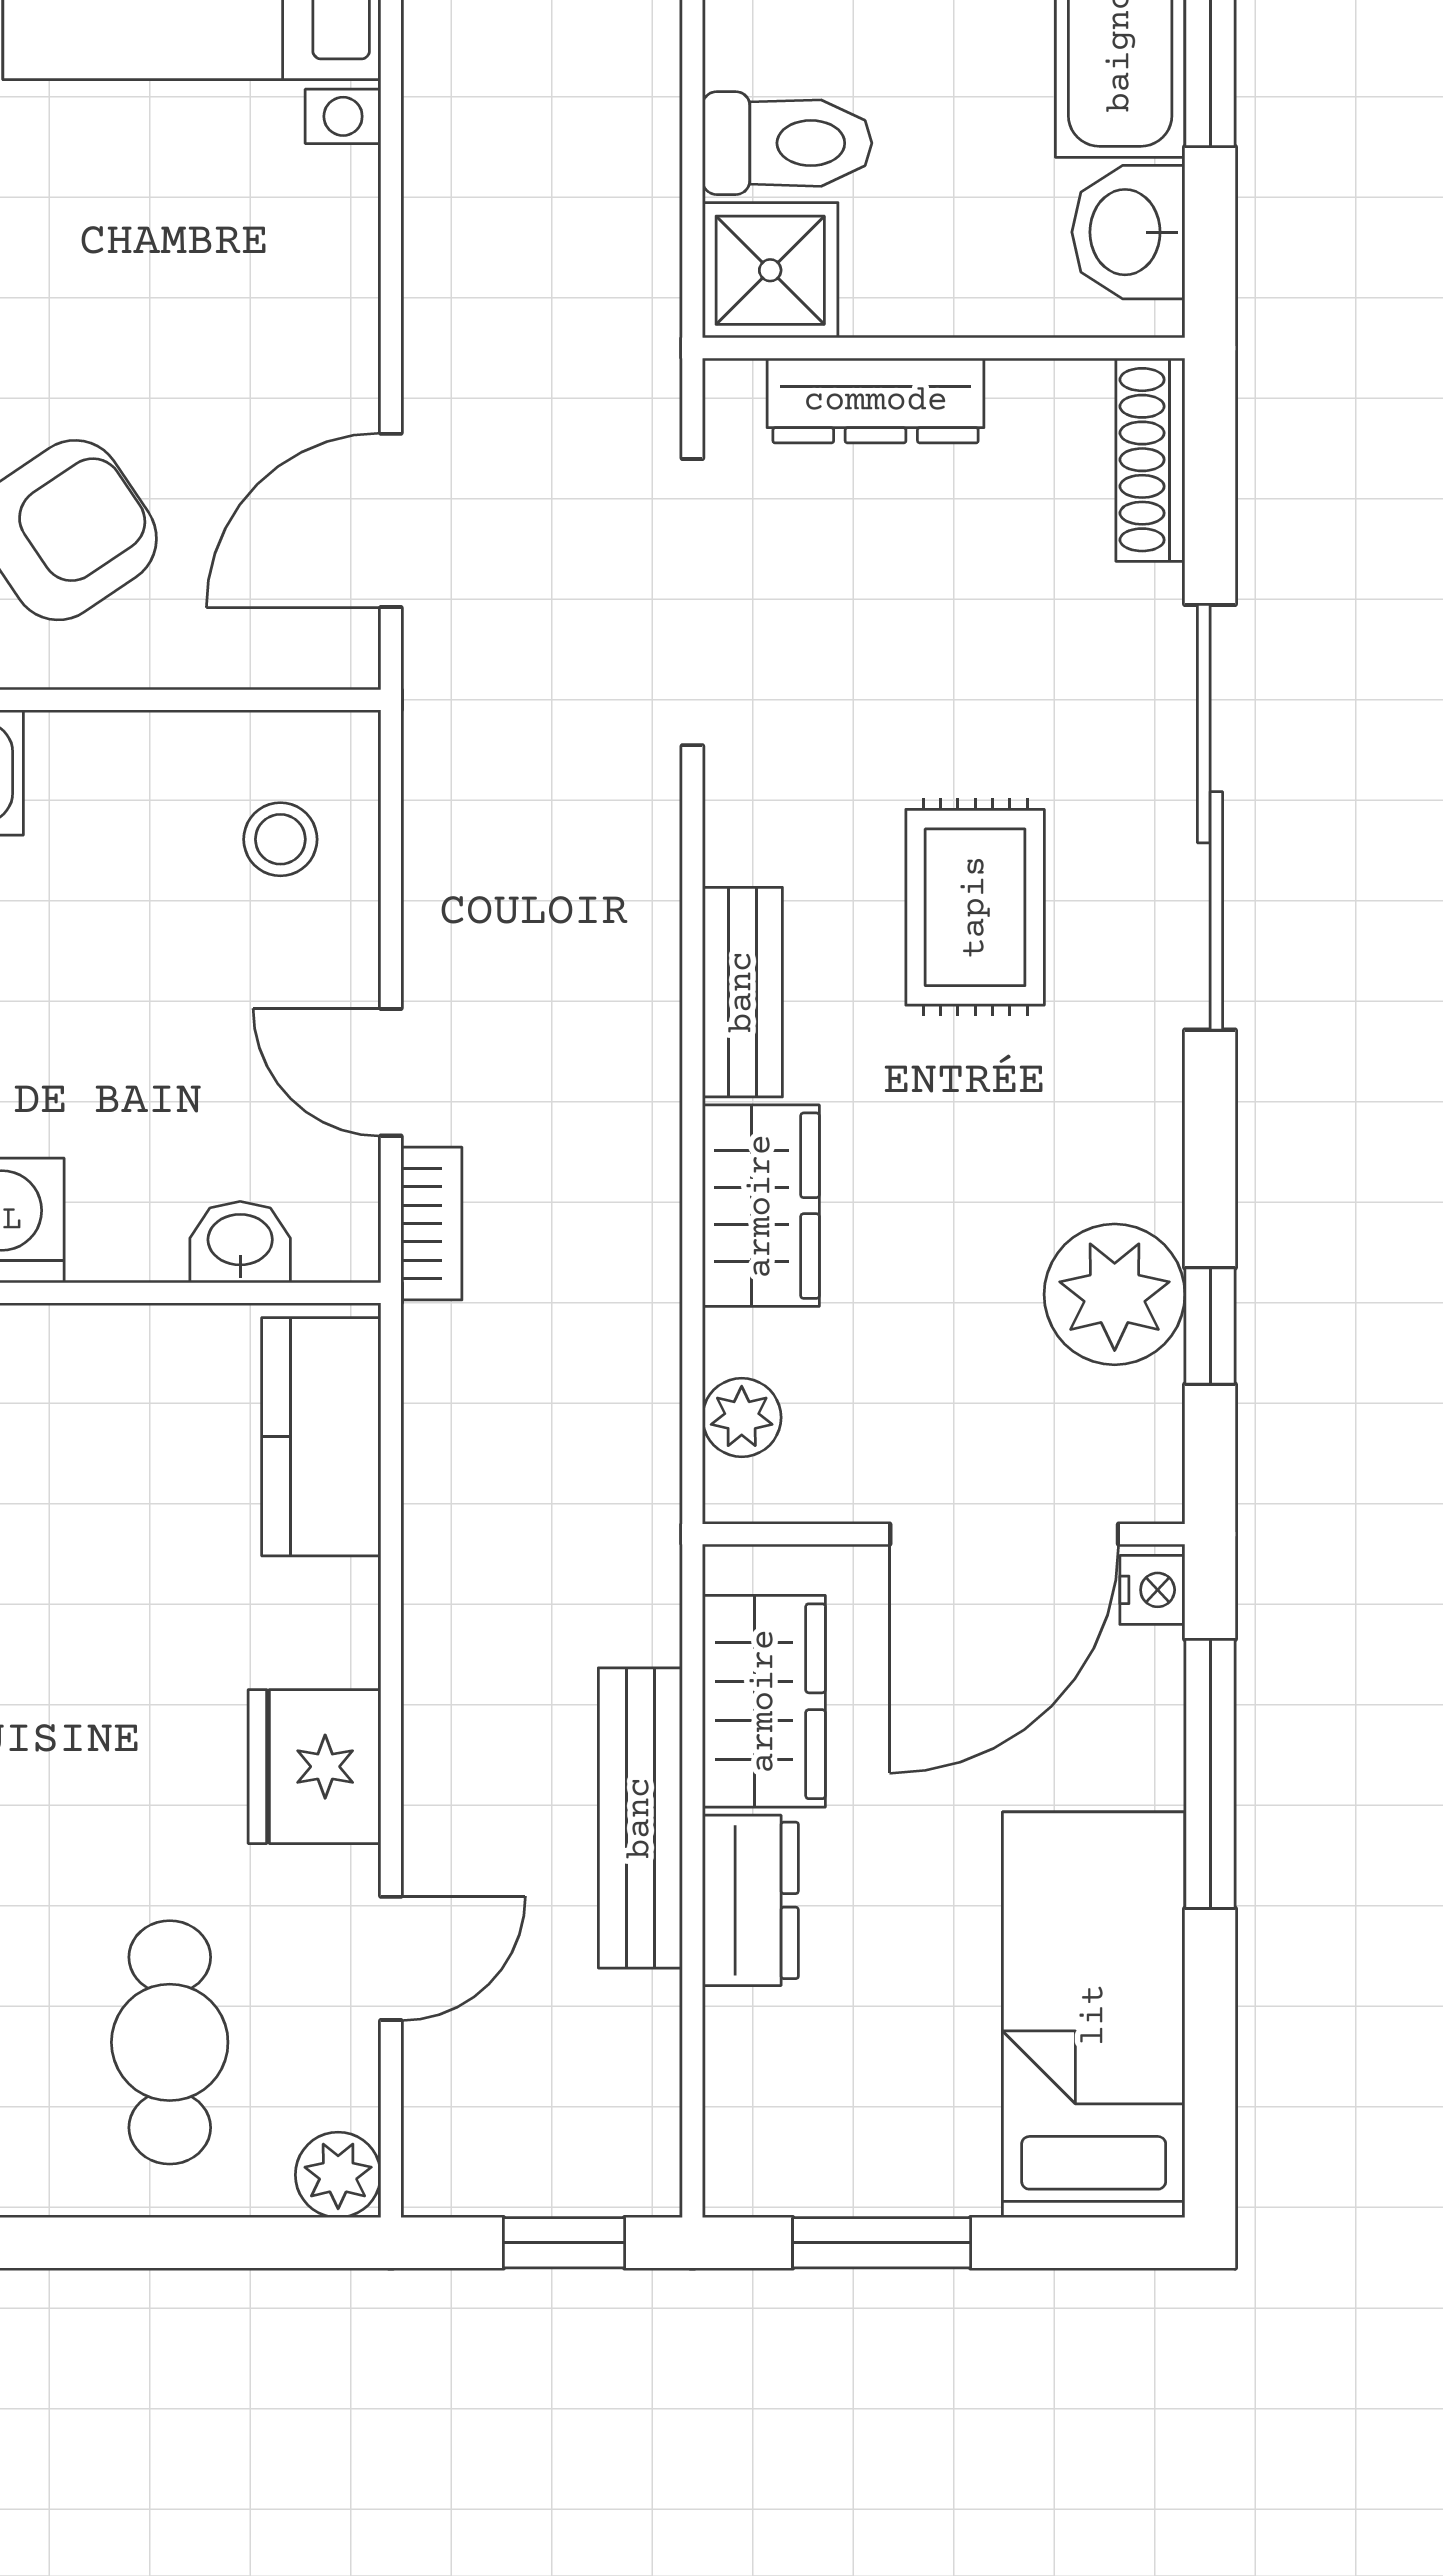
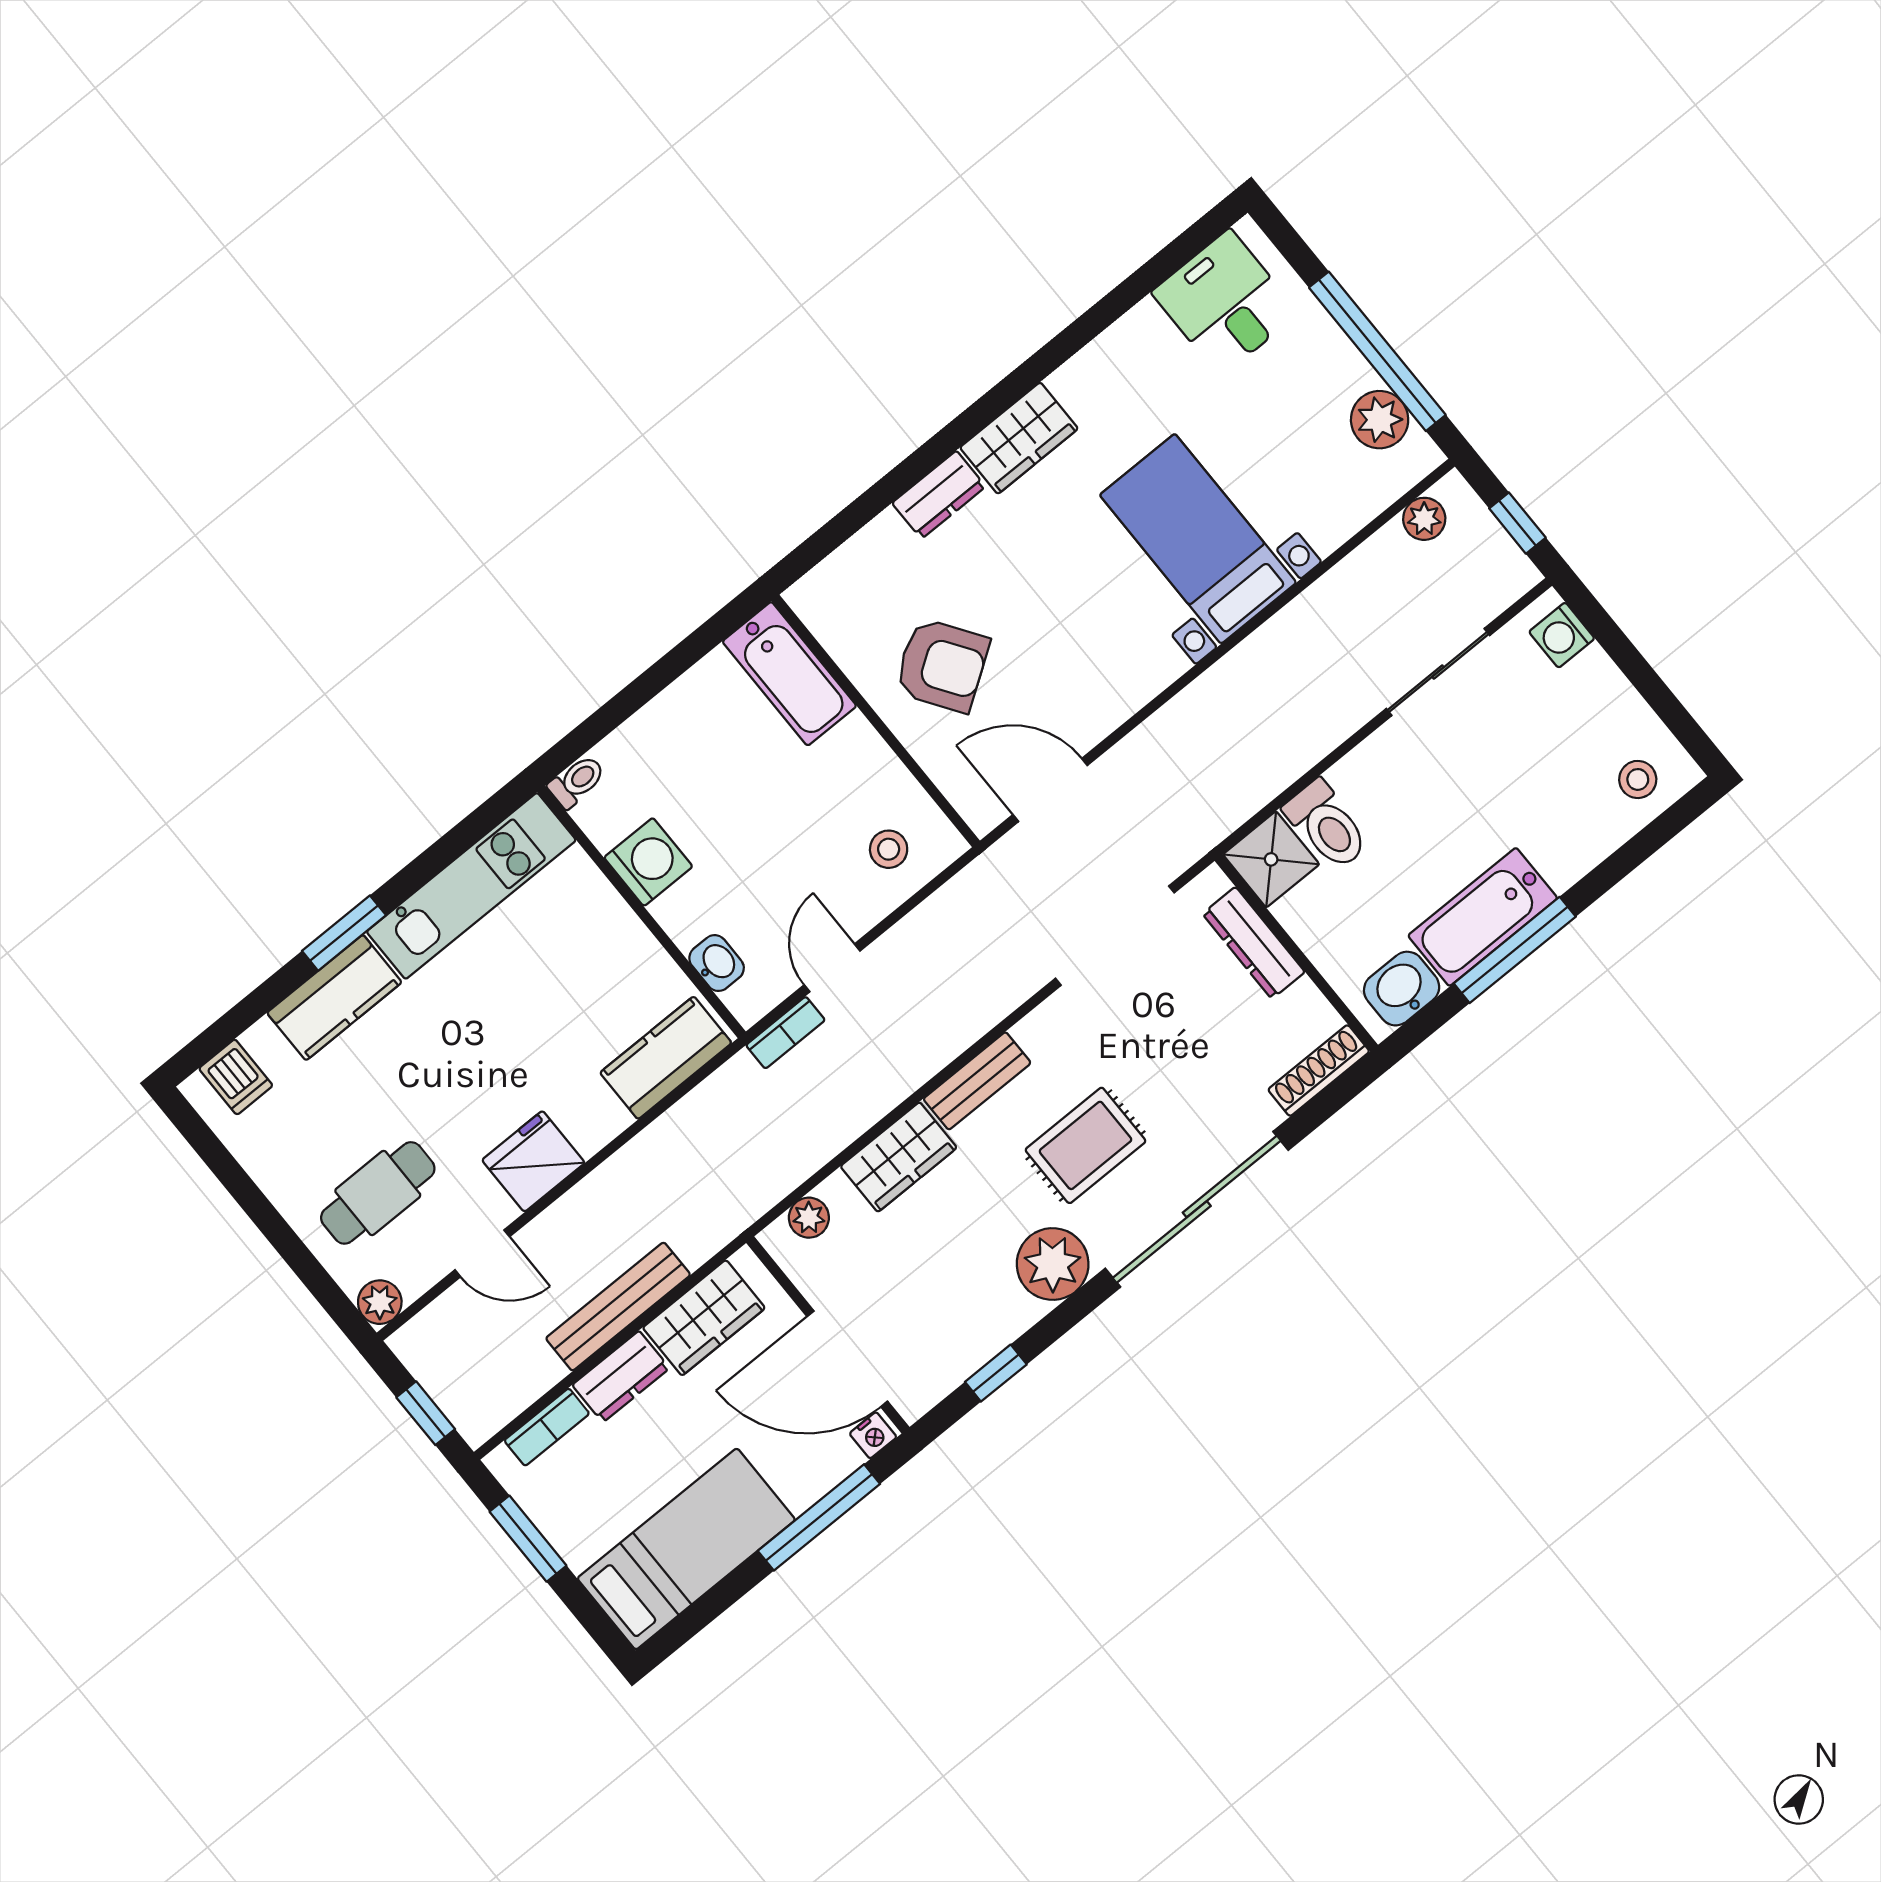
plant: (1115, 1294) -> (1053, 1264), moved
bookcase: (735, 2076) -> (547, 1427), added

